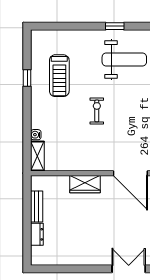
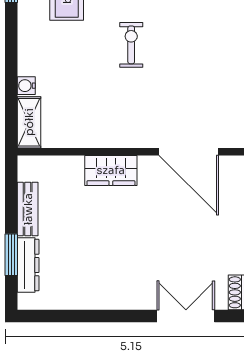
window: (27, 233) -> (11, 255), added
dresser: (37, 234) -> (28, 265), width x1.44

